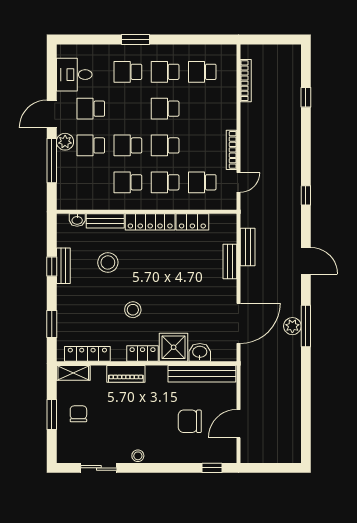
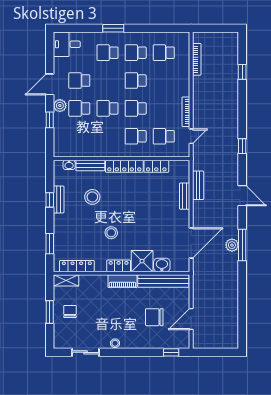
desk: (74, 75) -> (67, 44), moved
window: (52, 161) -> (50, 120), width x0.46
school desk: (128, 182) -> (107, 136), removed
piano: (126, 374) -> (122, 281), moved

